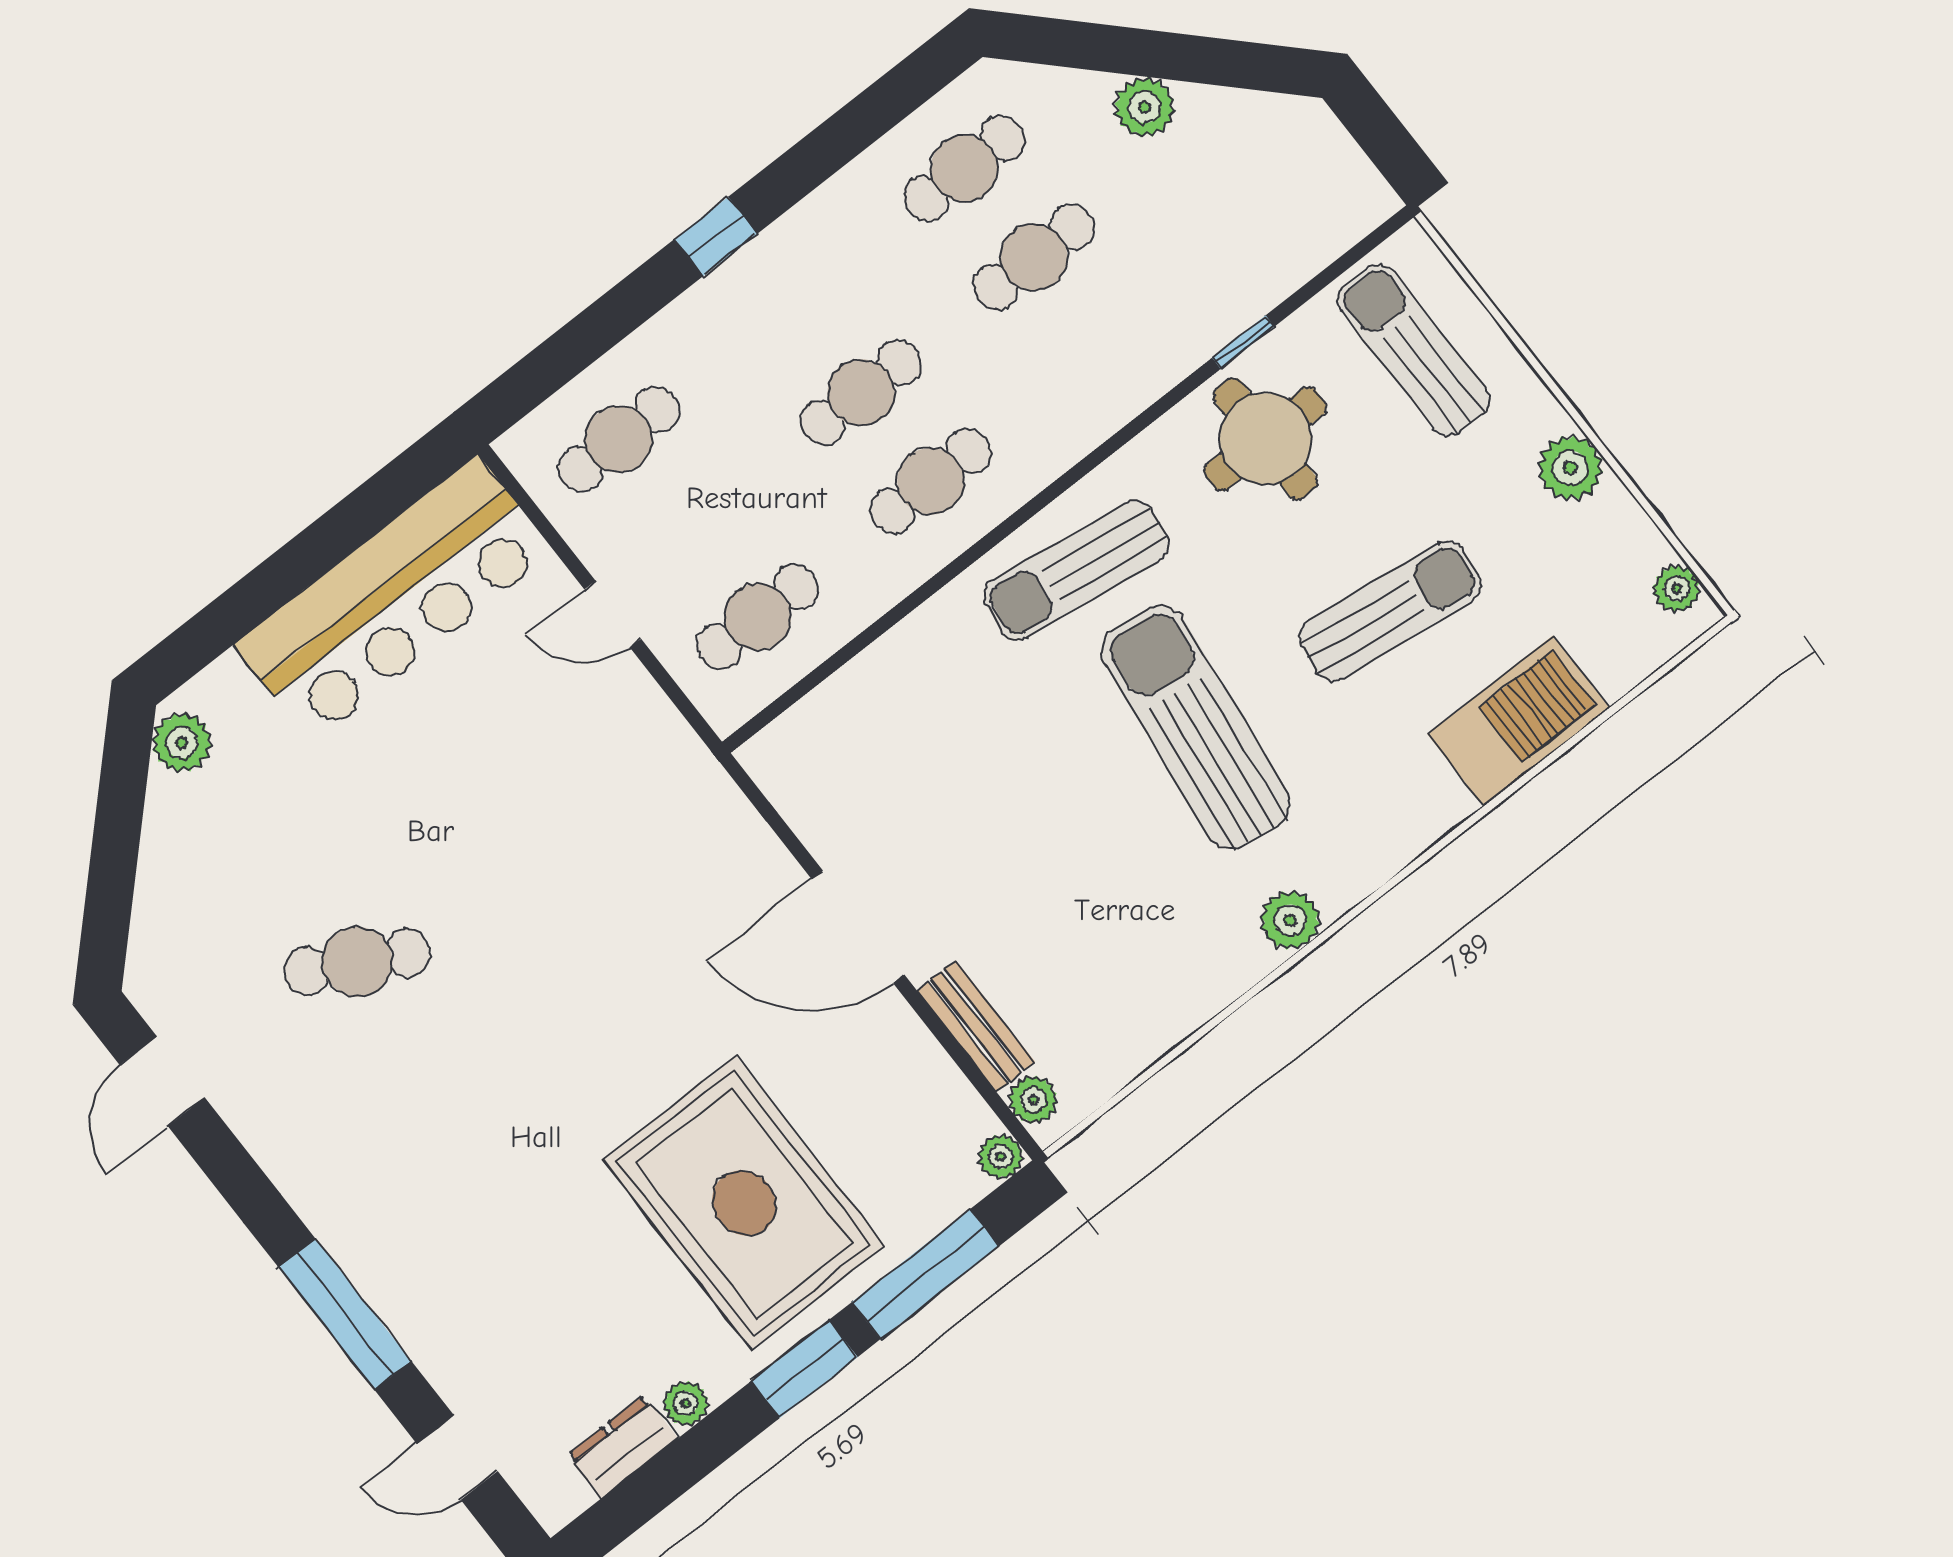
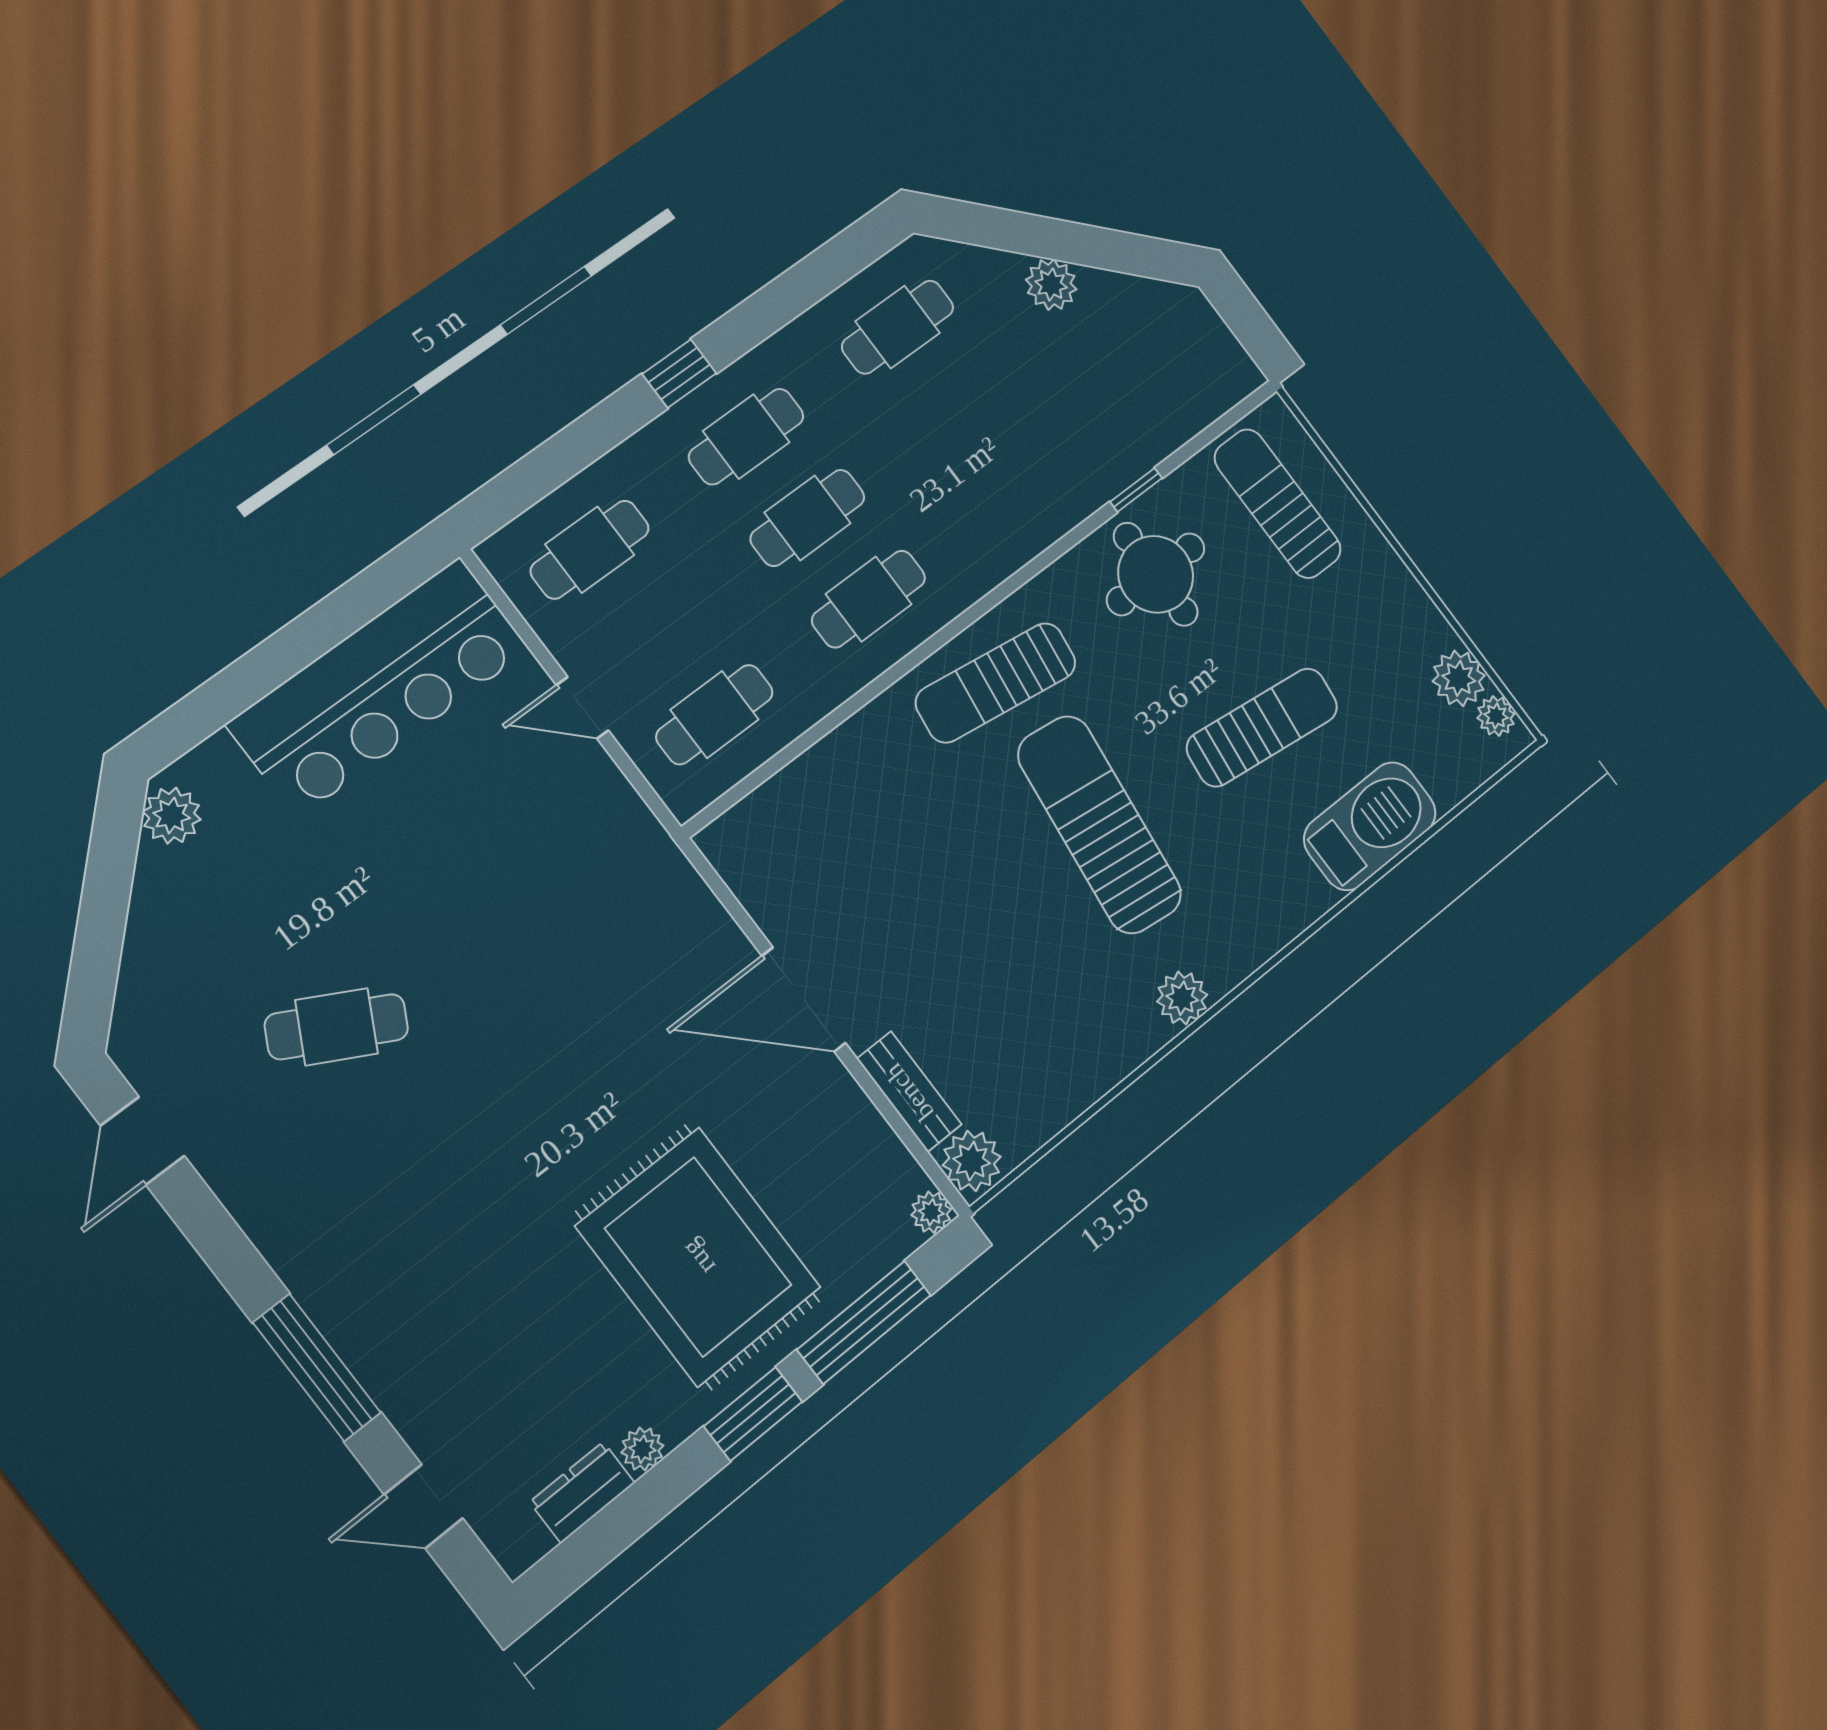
cafe table: (1034, 257) -> (746, 437), moved
plant: (1570, 468) -> (1459, 678), moved
plant: (1033, 1100) -> (972, 1161), width x1.38, depth x1.38

